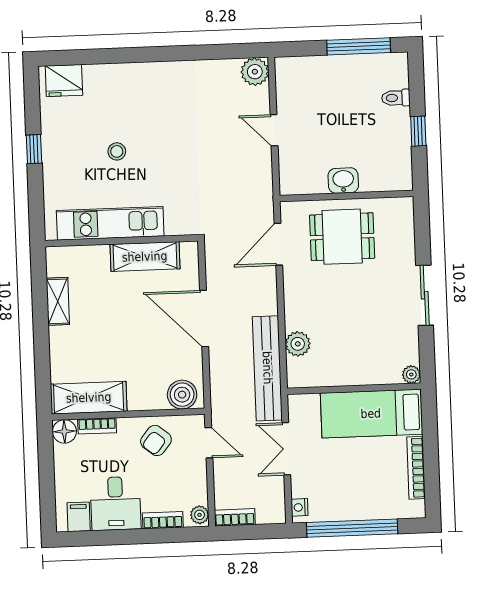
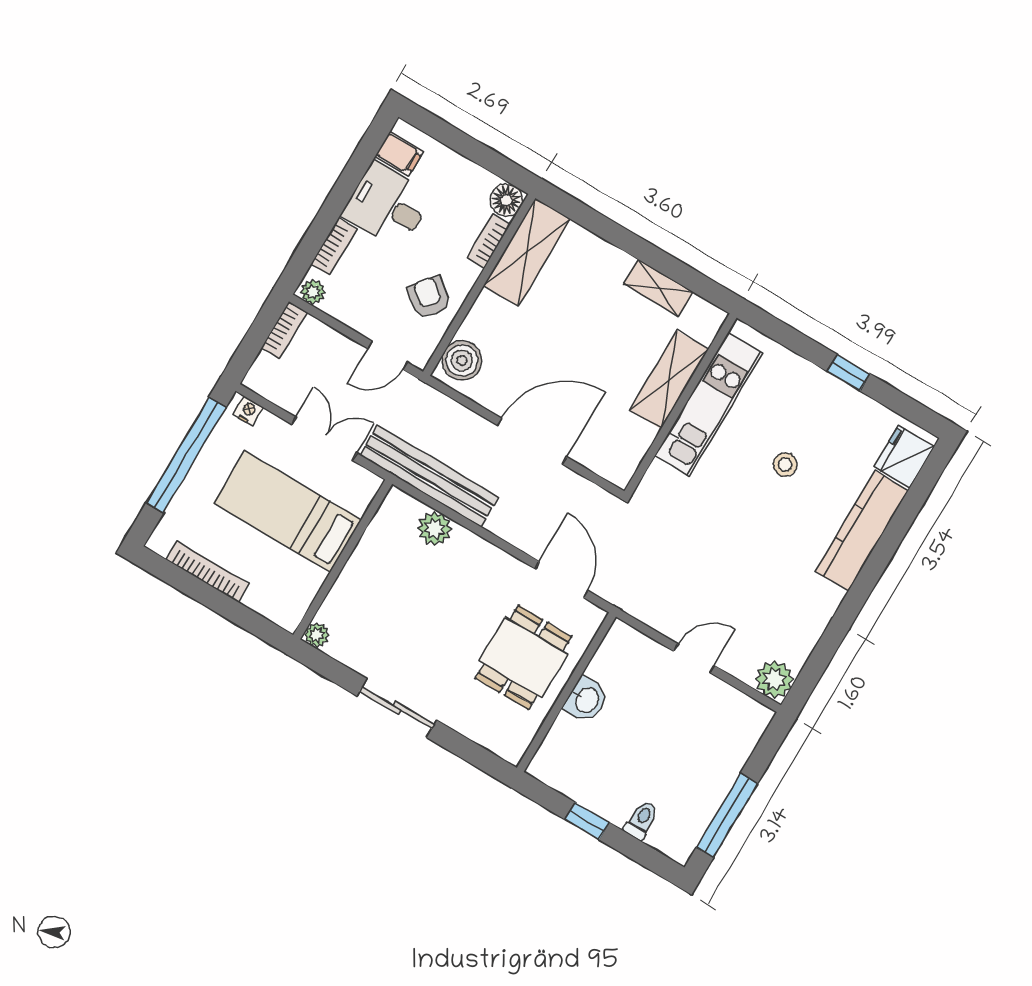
kitchen counter: (127, 77) -> (862, 531), added
shelving: (145, 257) -> (669, 380), moved
bed: (371, 414) -> (287, 512), moved, turned -90

